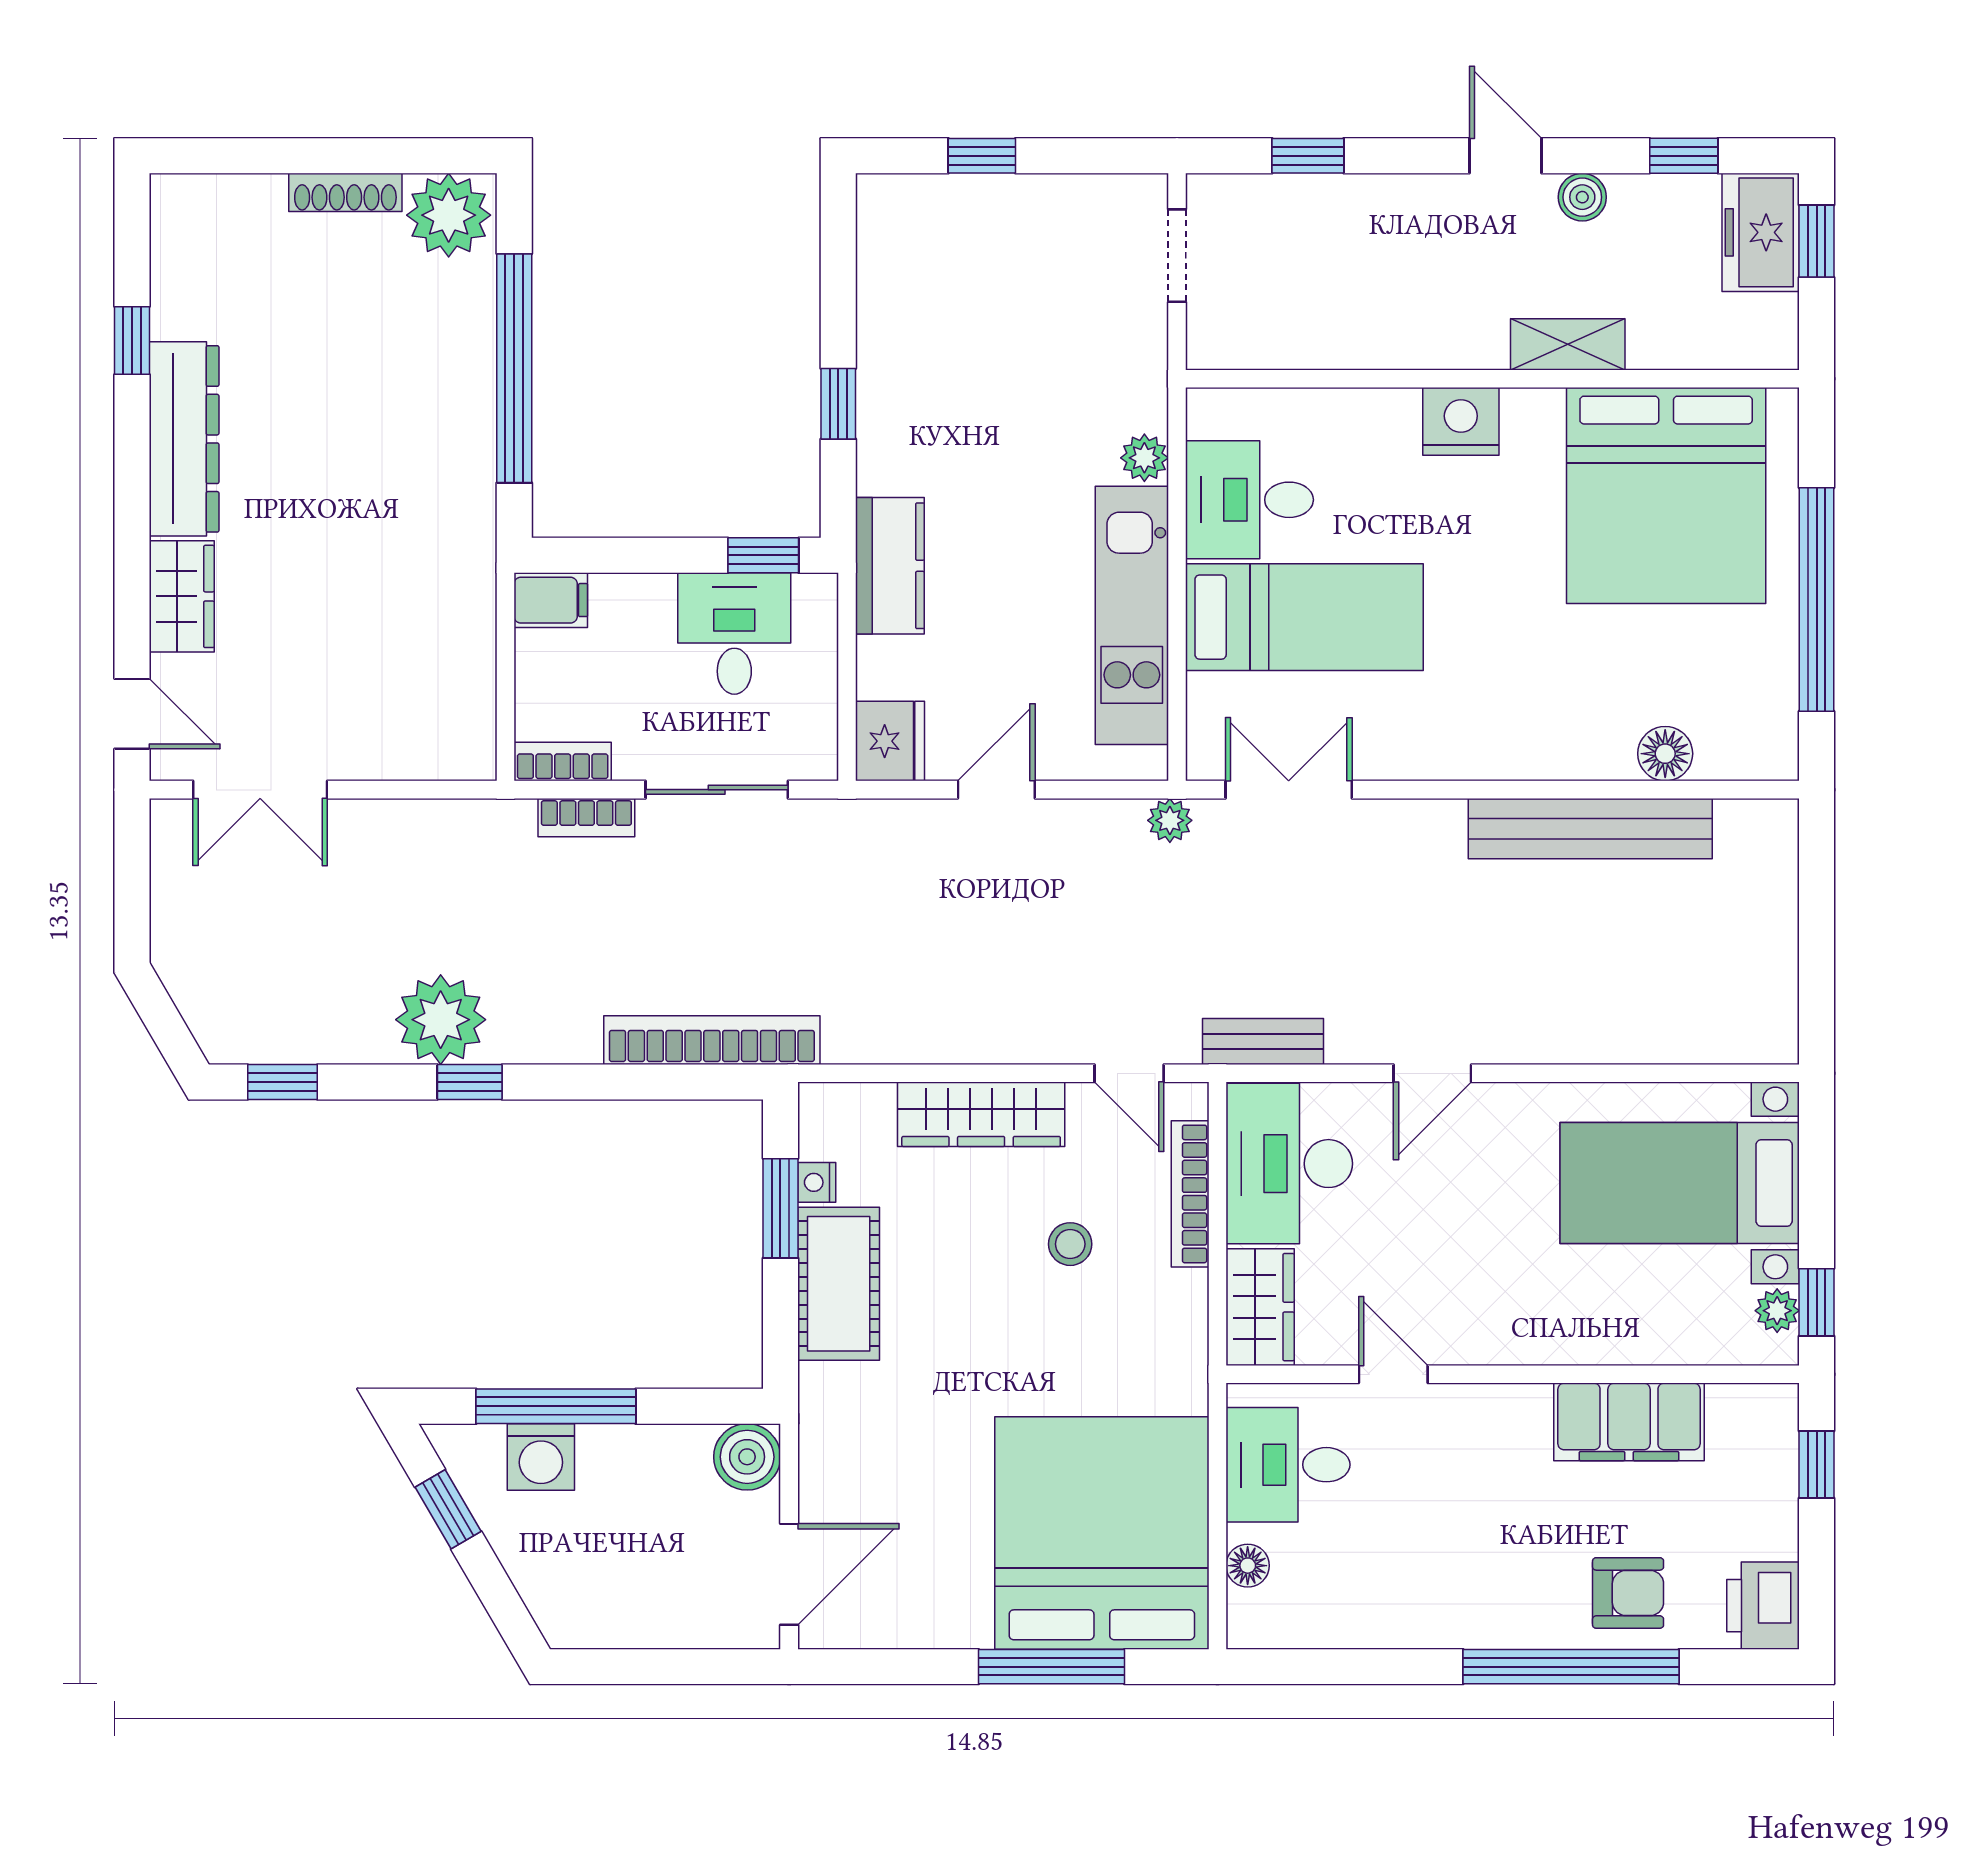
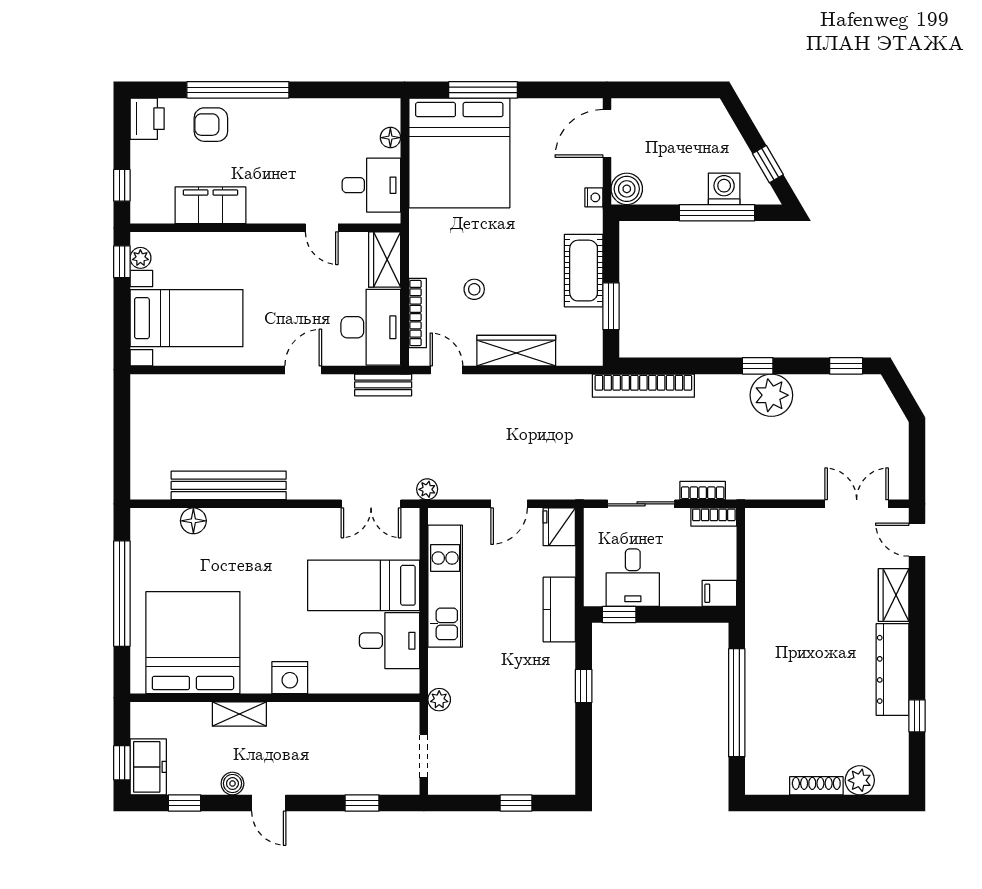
plant: (449, 215) -> (860, 780), moved, width x0.73, depth x0.73
plant: (1144, 458) -> (439, 700), moved
nightstand: (817, 1182) -> (594, 197), moved

